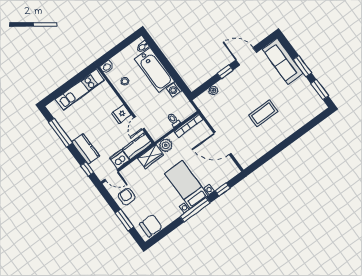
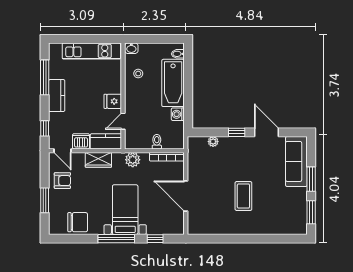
coffee table: (263, 113) -> (243, 196), turned 90
kitchen counter: (85, 149) -> (57, 96), moved
wardrobe: (151, 157) -> (98, 160), moved
armchair: (127, 197) -> (62, 181), turned 90
chair: (151, 226) -> (78, 222), moved

